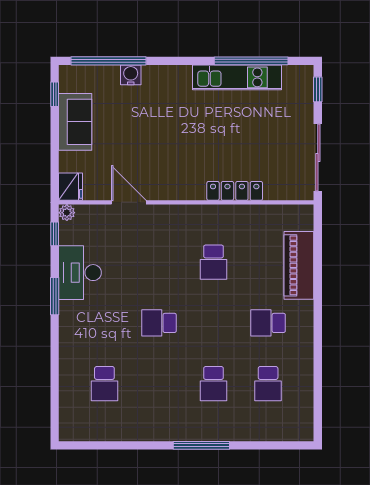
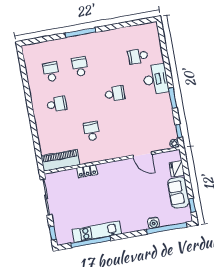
fridge: (71, 187) -> (177, 169), moved
locker: (235, 191) -> (87, 171), width x0.66
piano: (299, 265) -> (60, 160), moved, turned -90
desk: (80, 273) -> (156, 79), moved
school desk: (104, 384) -> (138, 56), turned -90

